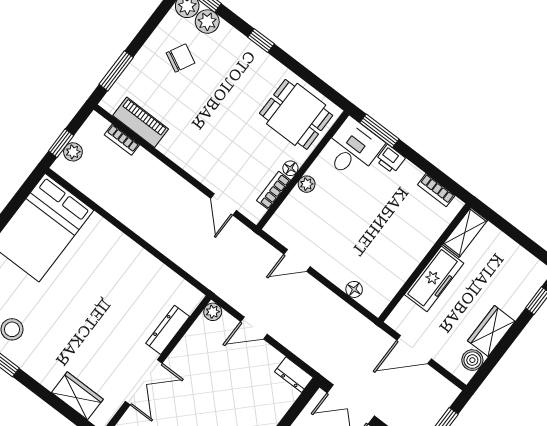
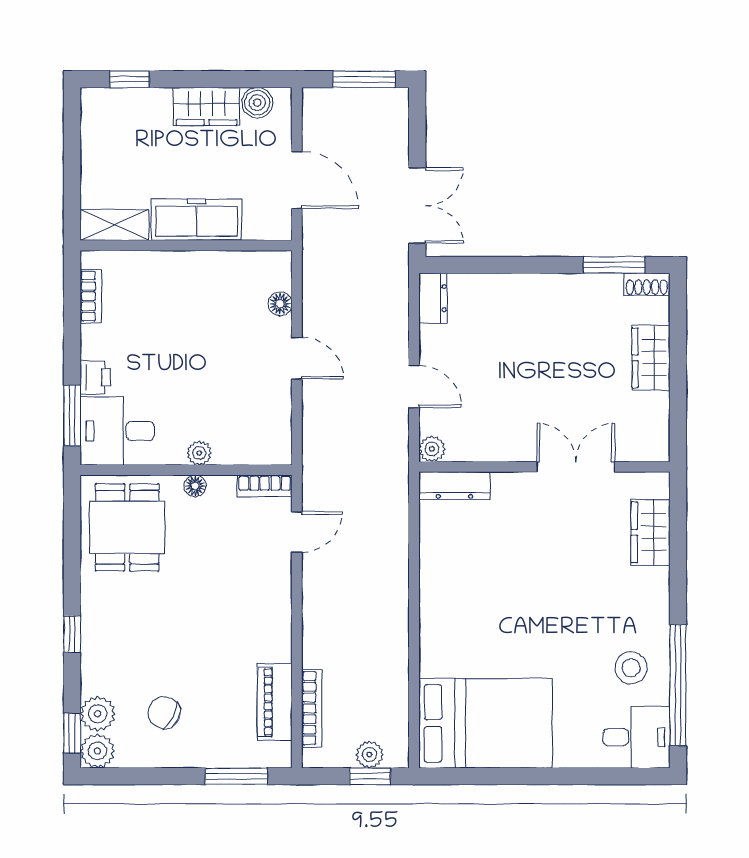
bookcase: (122, 140) -> (312, 708), width x1.56
bookcase: (274, 190) -> (265, 486), moved
door: (297, 260) -> (297, 358), moved
dresser: (168, 330) -> (454, 486), moved

